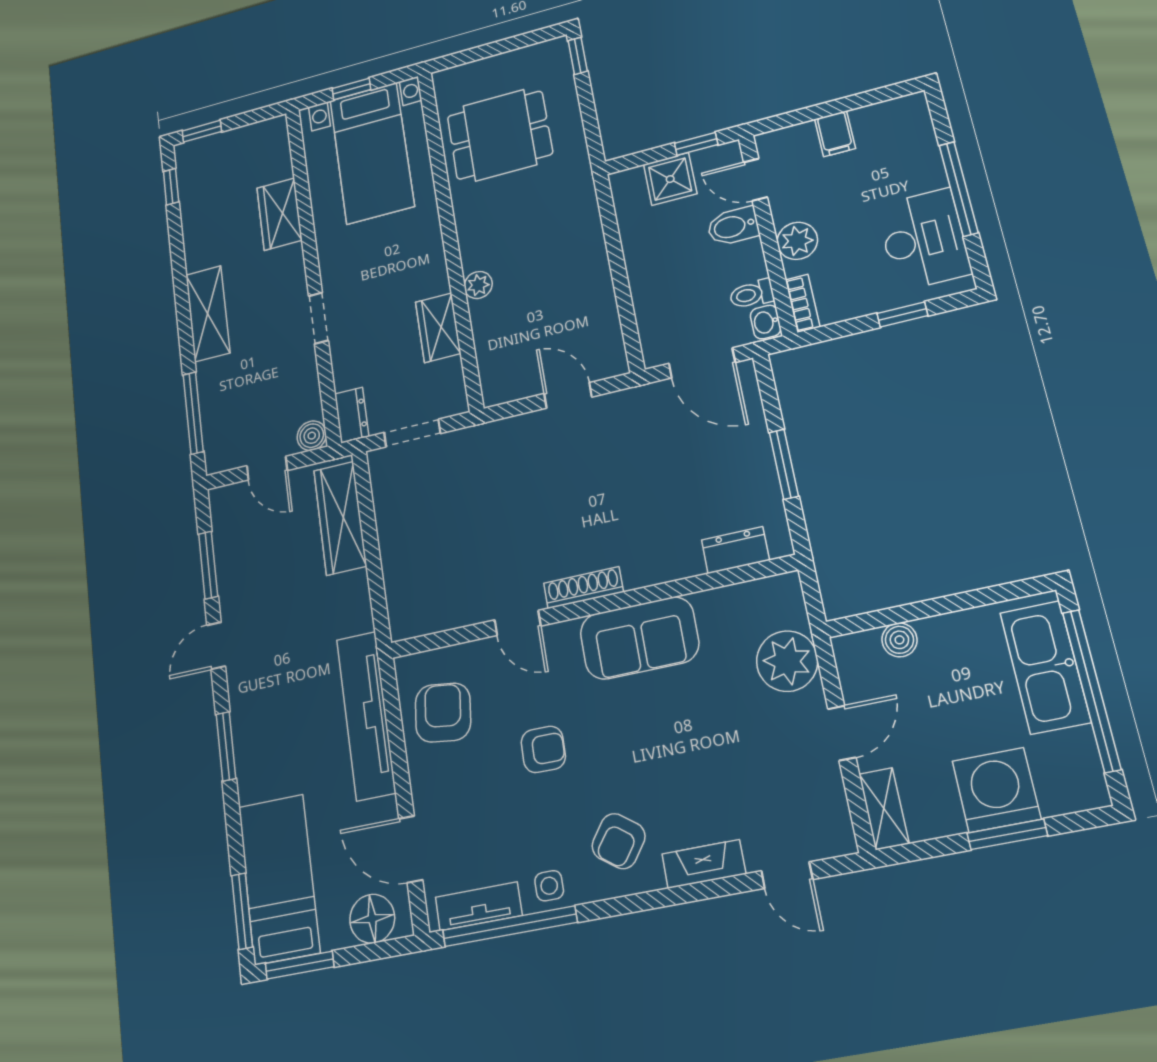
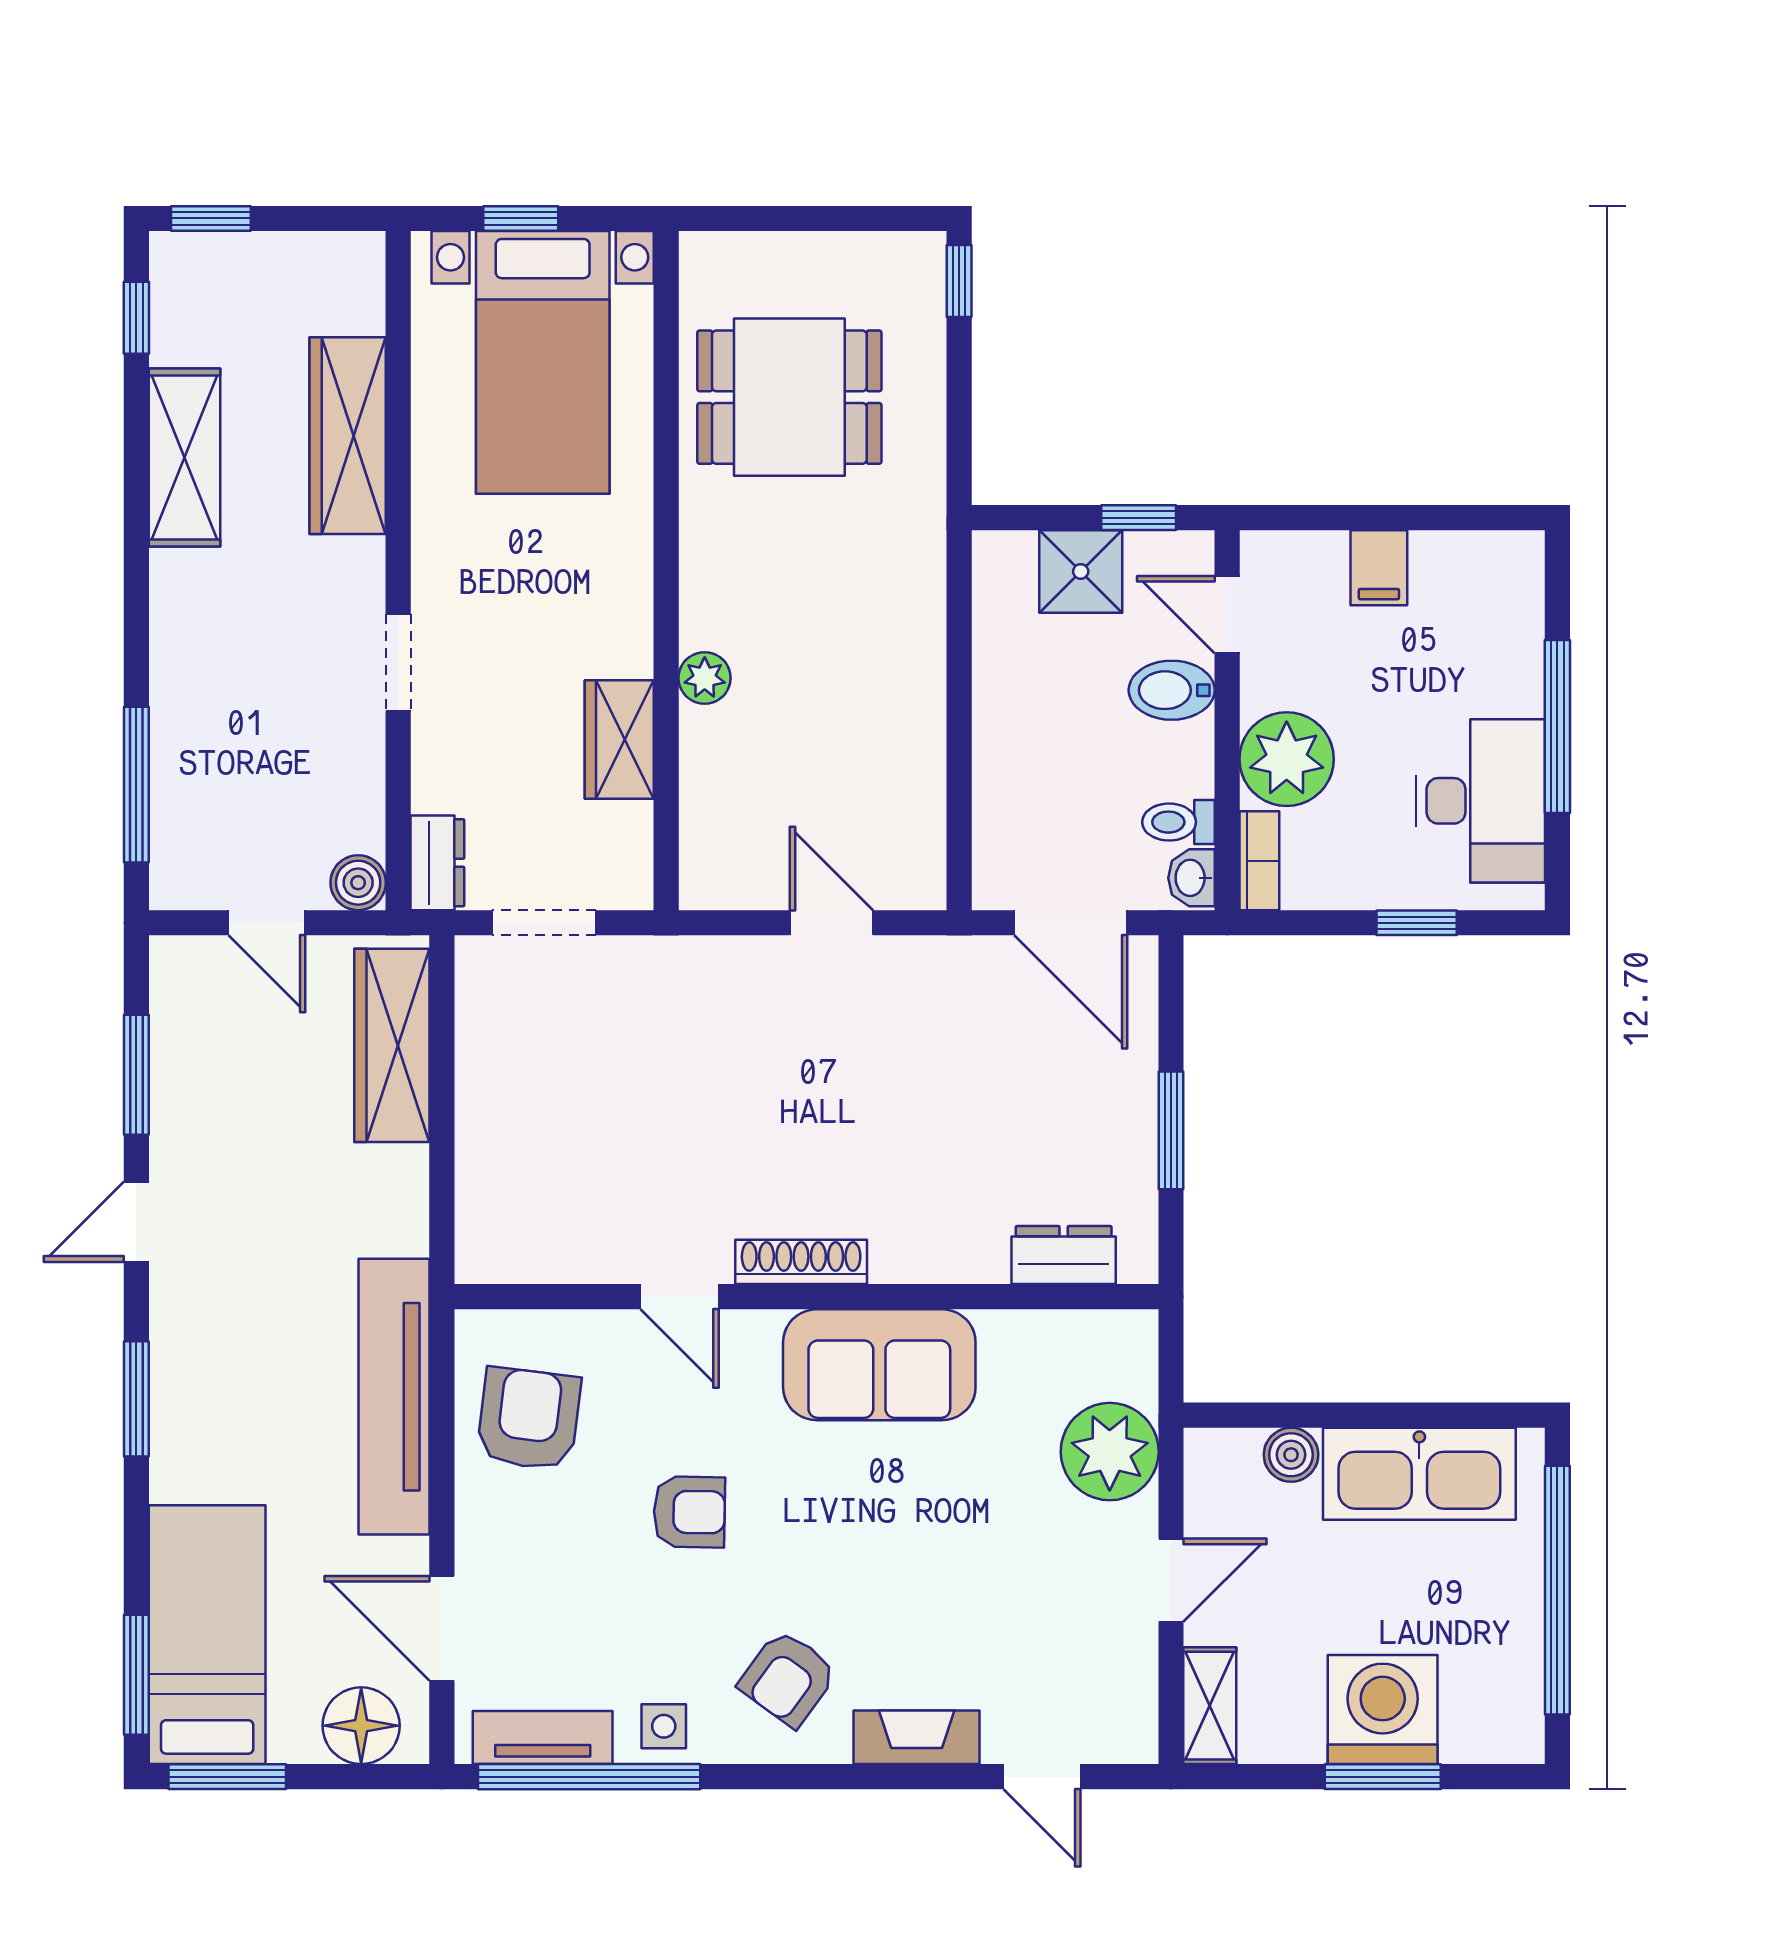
wardrobe: (279, 214) -> (348, 436), width x1.50
plant: (797, 241) -> (1287, 759), width x1.36, depth x1.36
shelving: (208, 314) -> (184, 458), moved
kitchen sink: (1045, 667) -> (1419, 1474), moved, turned -90

